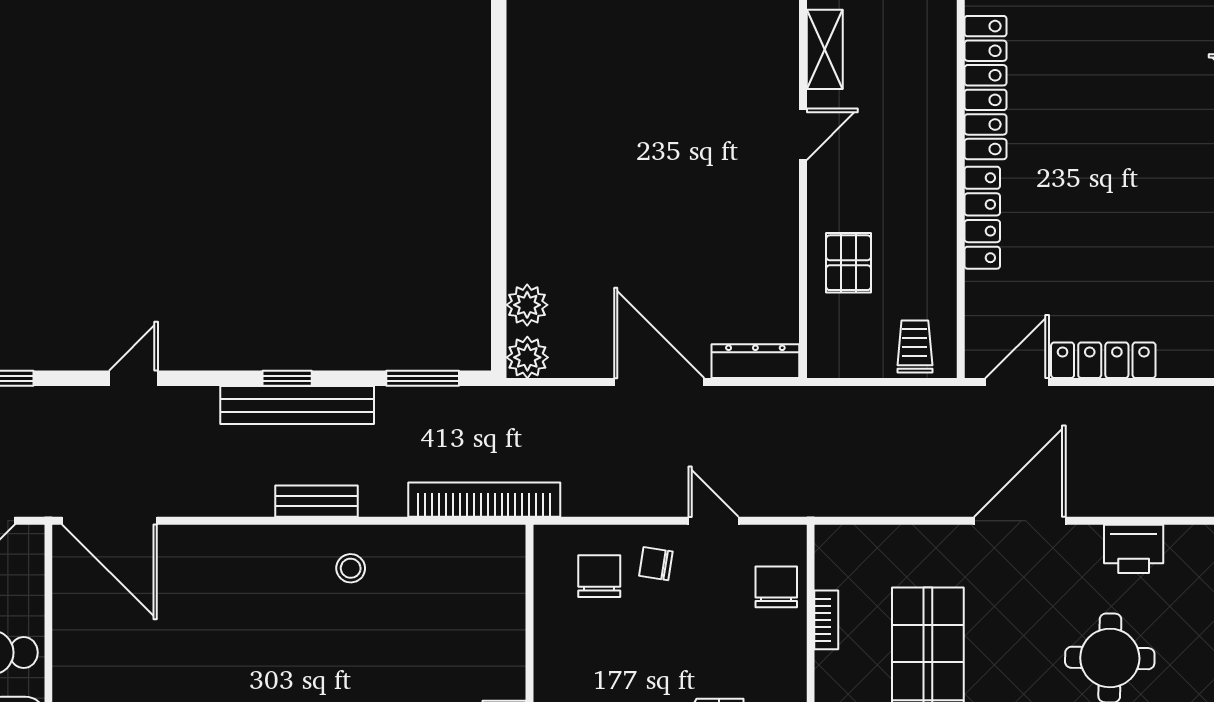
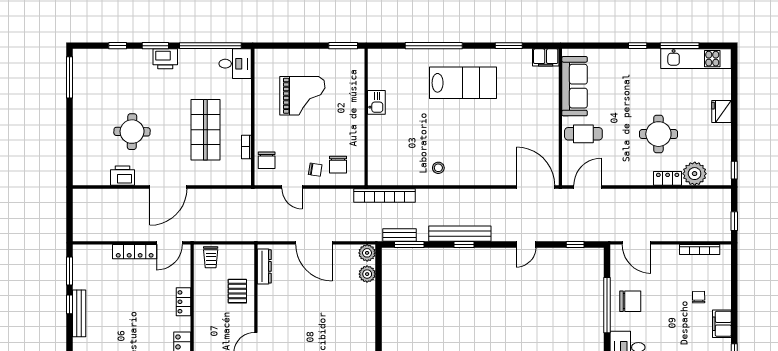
locker: (982, 218) -> (183, 302), width x0.66
dresser: (755, 361) -> (264, 266), moved, turned -90
bench: (317, 501) -> (399, 235), moved

